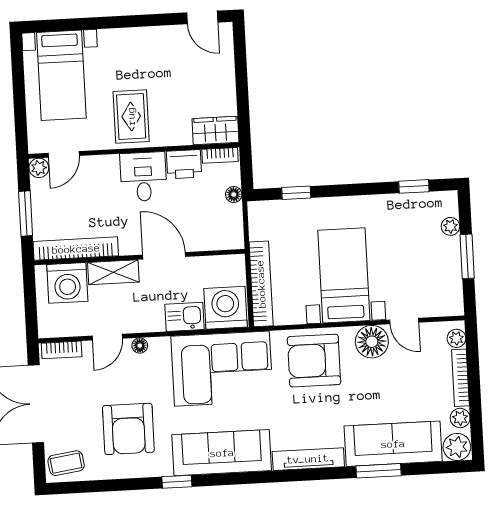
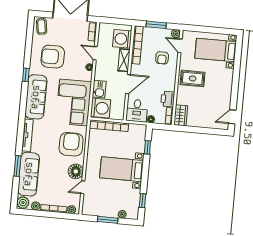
desk: (143, 177) -> (137, 111), moved, turned 90
armchair: (96, 190) -> (162, 58), added
bed with nightstands: (344, 275) -> (122, 169), moved, turned 180

